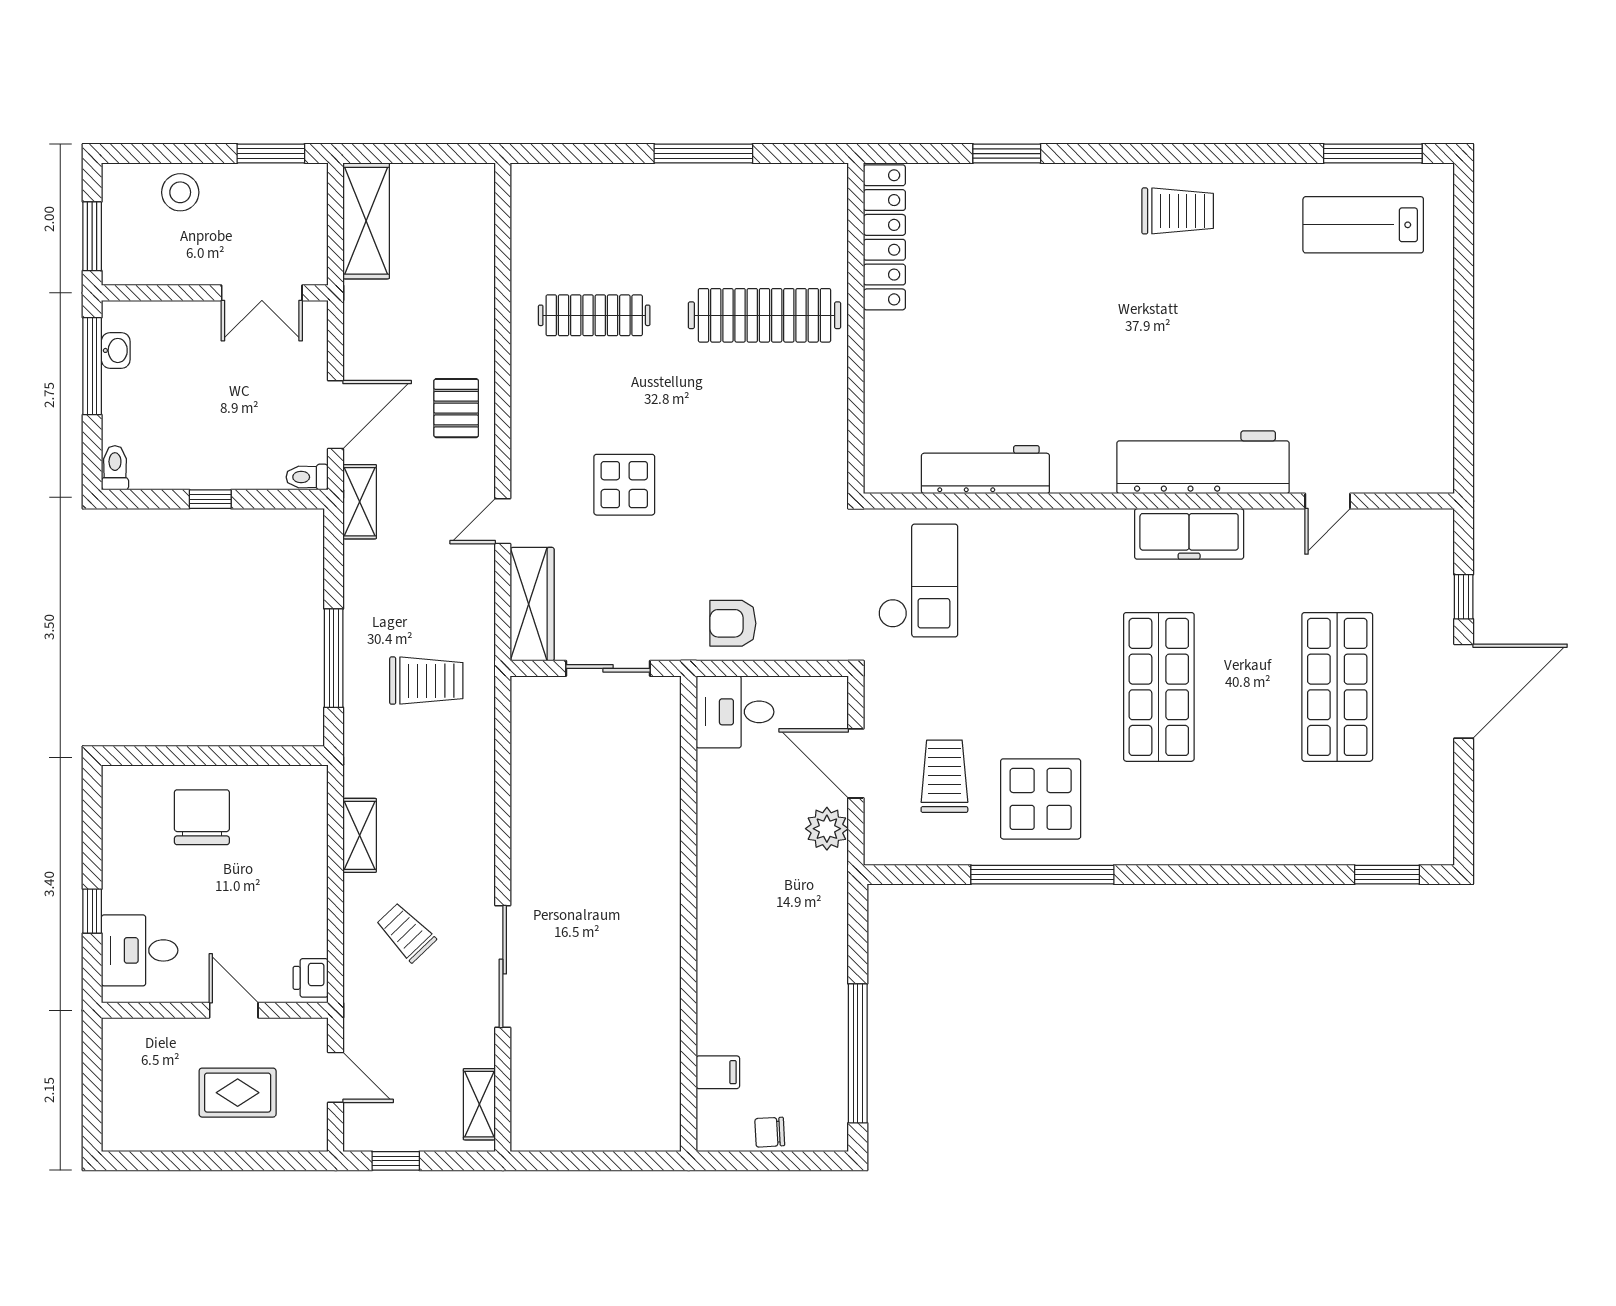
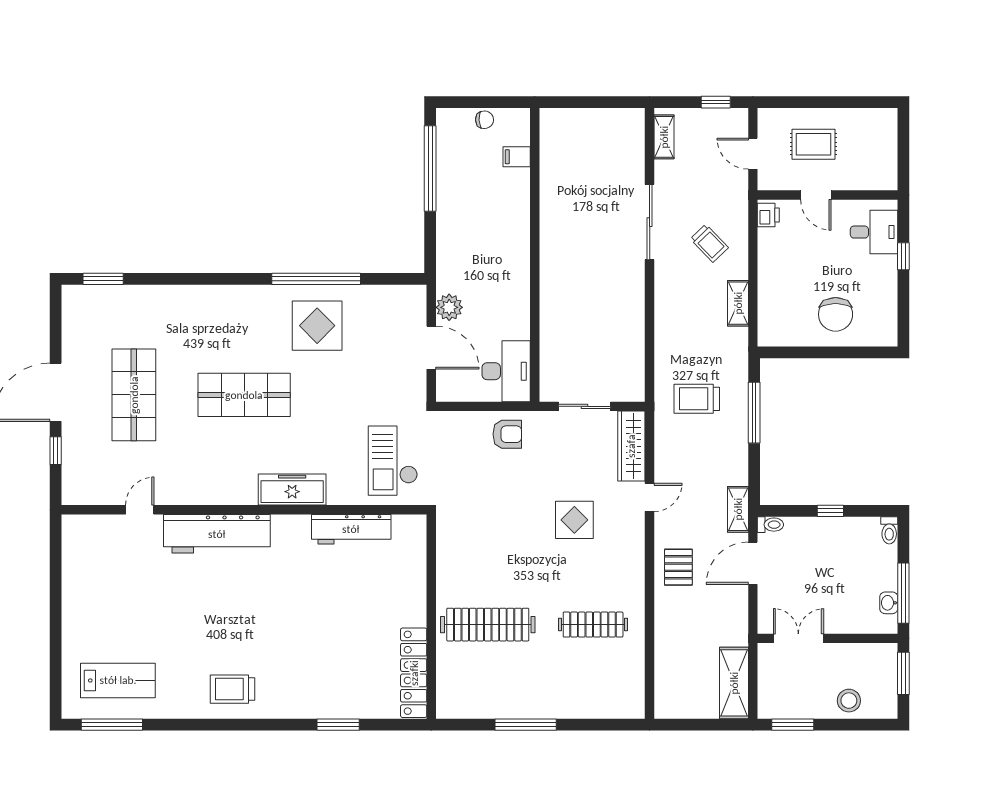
freezer: (1189, 534) -> (292, 489), moved
shop shelf: (1159, 687) -> (244, 395), turned 90
desk: (735, 712) -> (506, 371), width x1.37
trolley: (944, 776) -> (377, 340), removed

